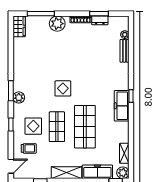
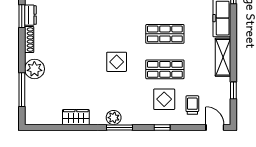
wardrobe: (19, 26) -> (76, 117), moved
plant: (19, 97) -> (114, 118), moved
shop shelf: (85, 127) -> (165, 34), width x0.70, depth x0.74

